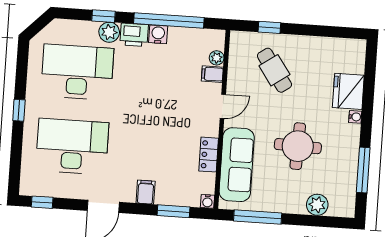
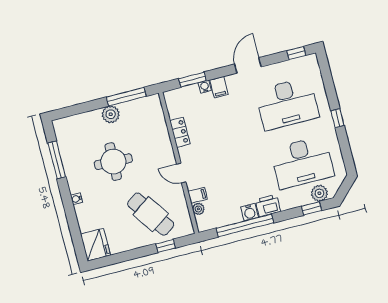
window: (104, 16) -> (311, 208), moved
plant: (109, 32) -> (319, 193), moved
cafe table: (274, 70) -> (151, 214), width x1.37, depth x1.35
fridge: (348, 91) -> (95, 245), moved
door: (223, 106) -> (181, 173), hinge flipped
sofa: (237, 165) -> (156, 132), removed
water cooler: (207, 201) -> (205, 87), moved
plant: (317, 205) -> (111, 114), moved

